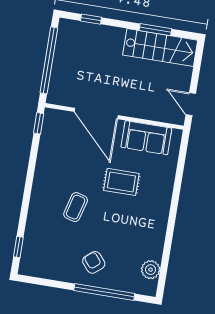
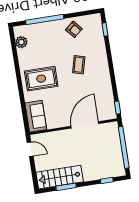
door: (96, 114) -> (85, 125), hinge flipped
sofa: (146, 138) -> (36, 116), moved, turned 90
rug: (121, 182) -> (41, 79), moved, width x1.36, depth x1.43
armchair: (94, 262) -> (74, 29), moved

